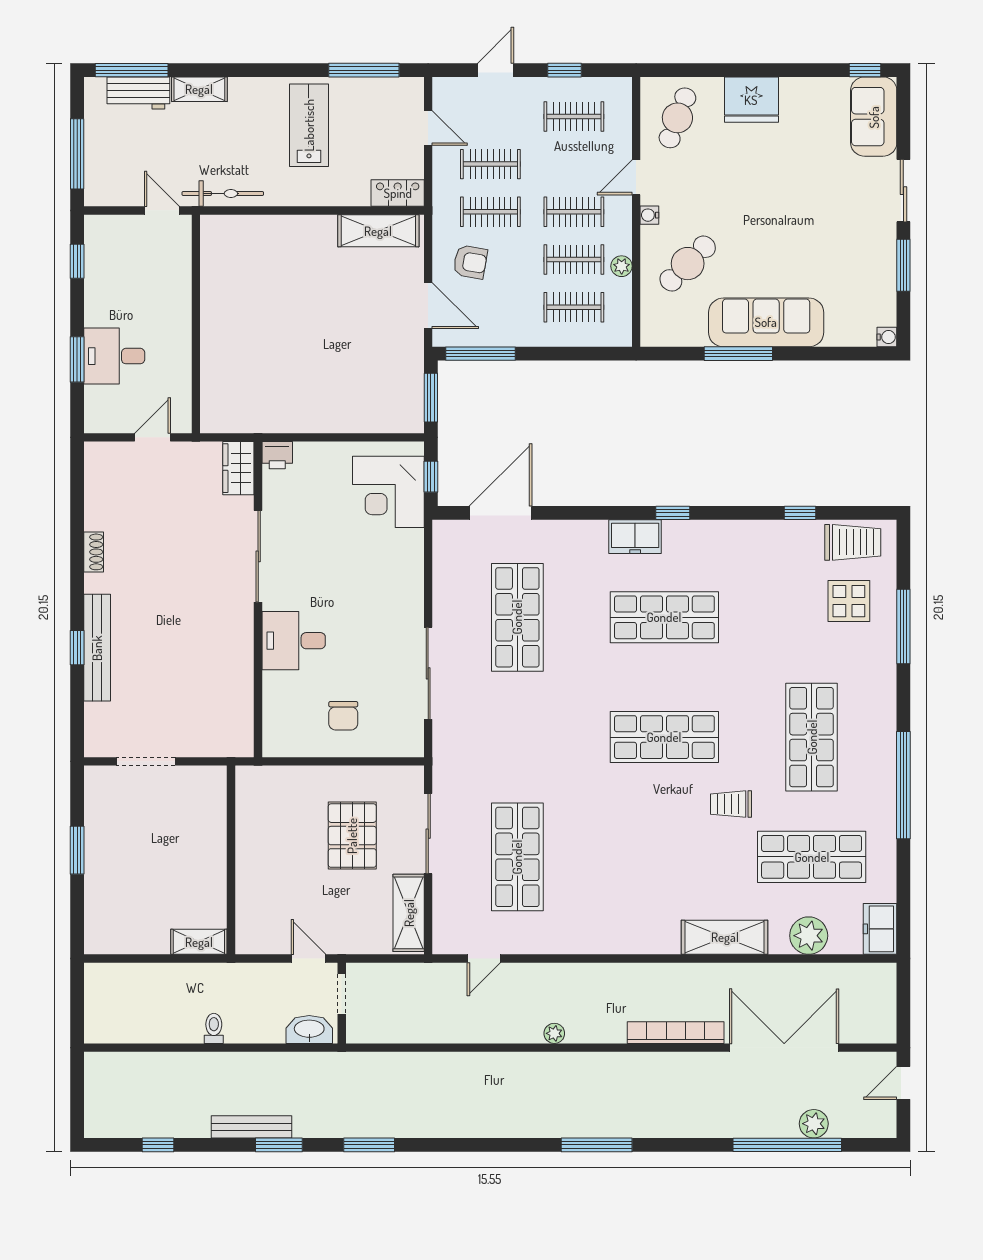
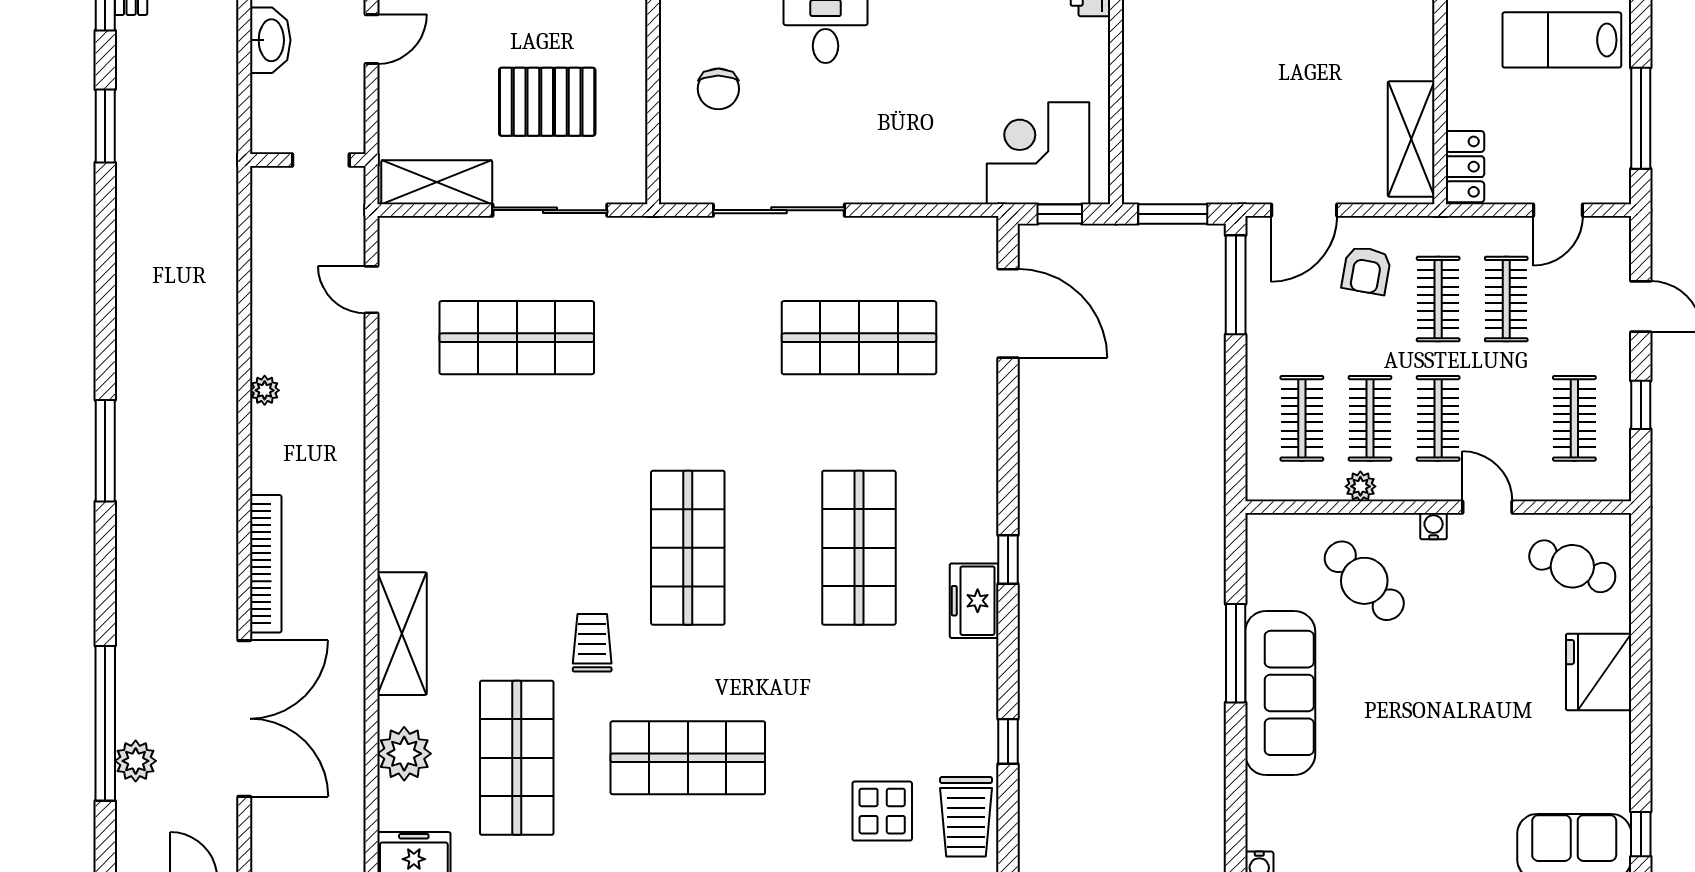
lab bench: (309, 125) -> (1562, 40), turned 180
freezer: (635, 537) -> (974, 601), moved
chair: (343, 716) -> (718, 89), turned -90
doorway: (342, 994) -> (321, 160), moved
wall: (342, 1003) -> (308, 160), moved

